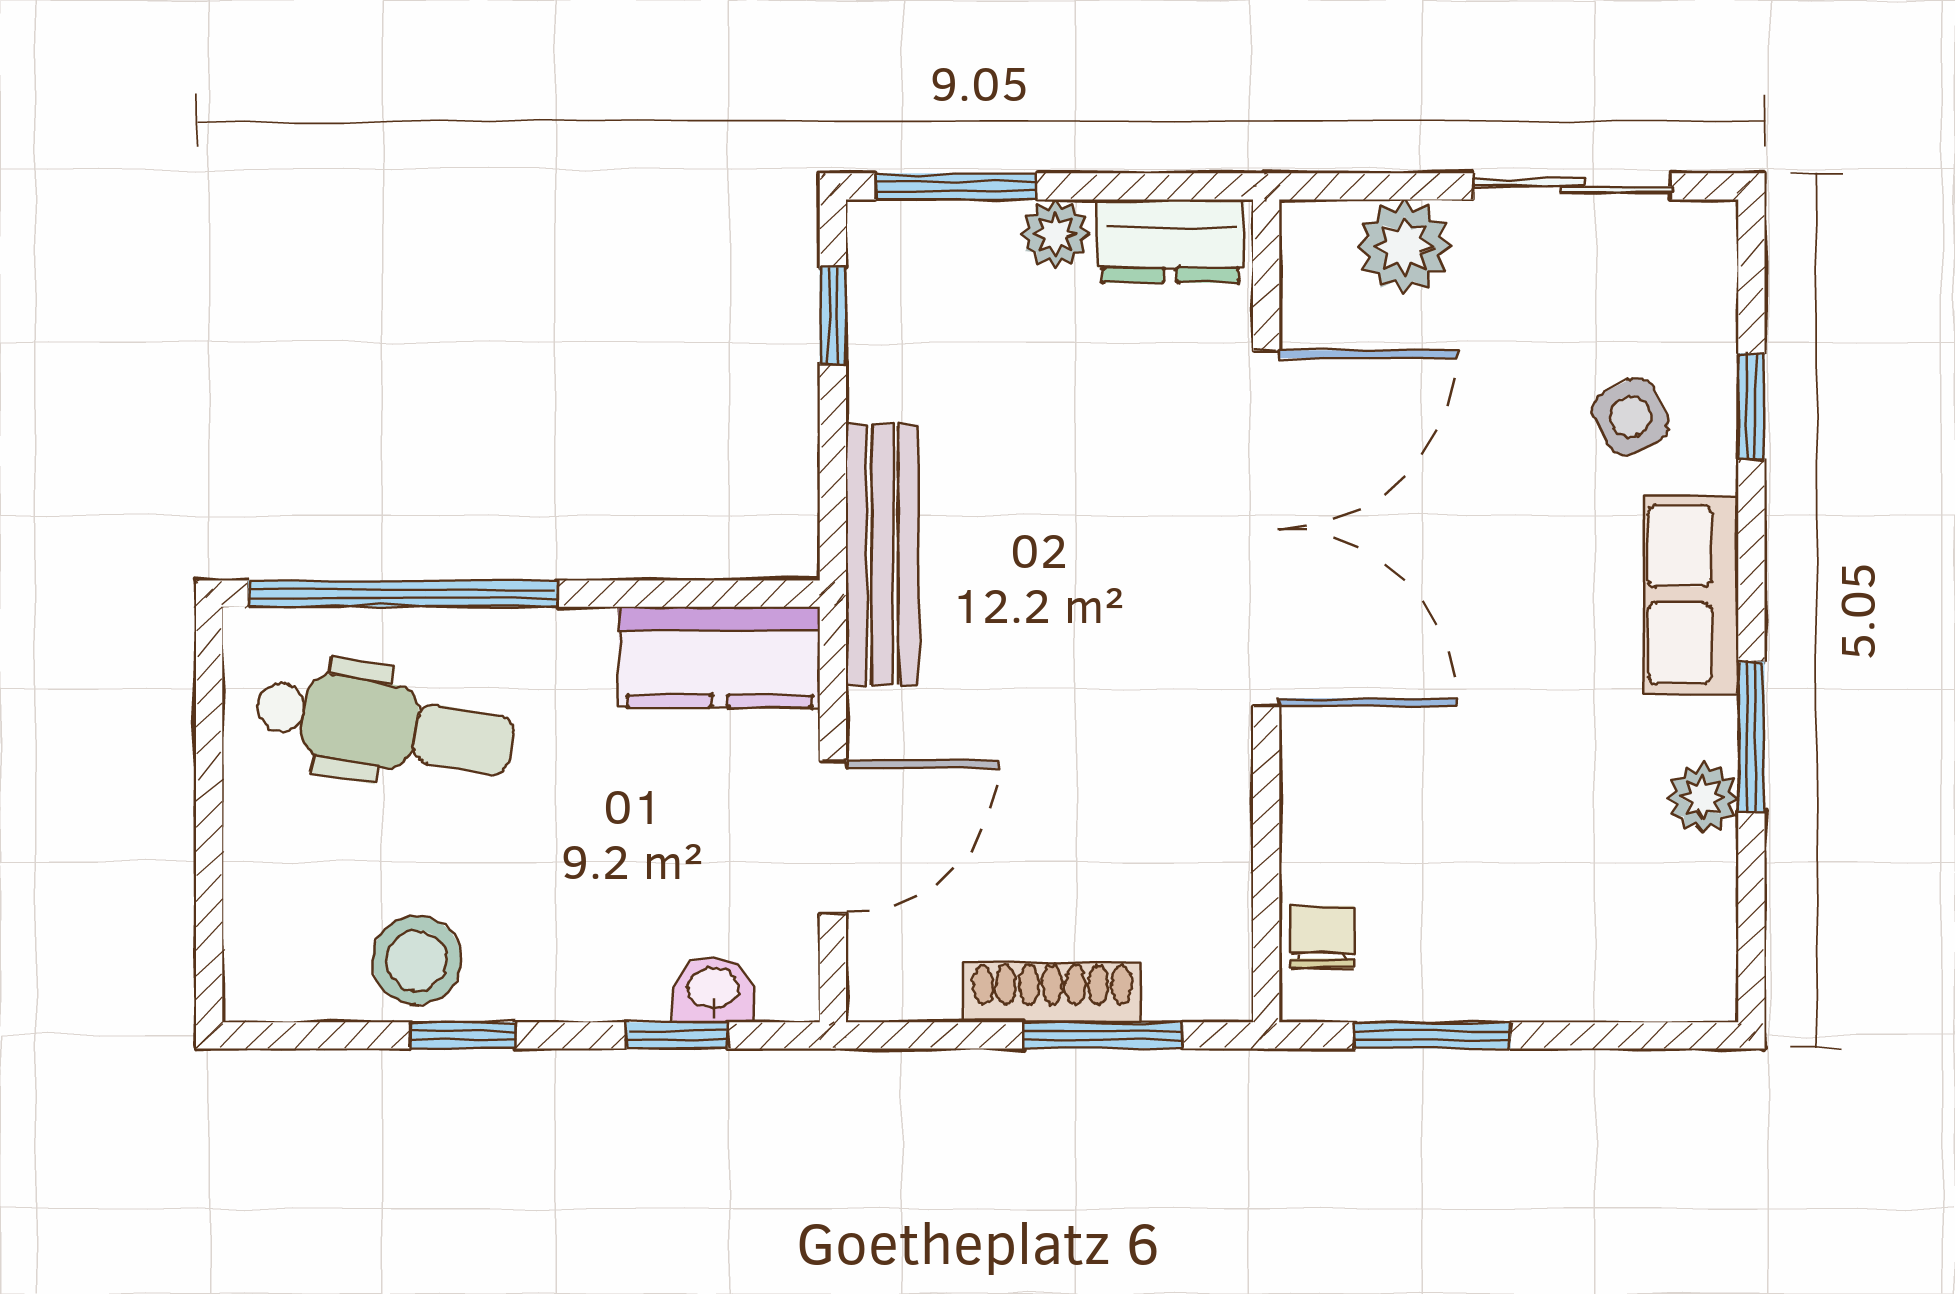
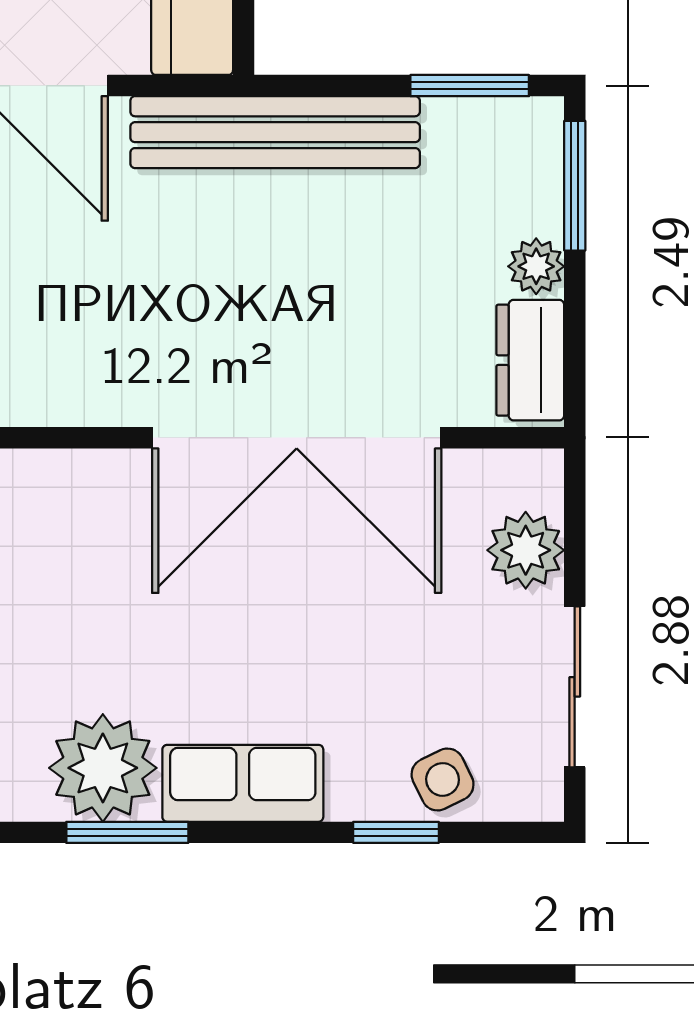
window: (833, 316) -> (470, 86), width x1.50
side table: (1631, 417) -> (443, 779), moved
bench: (882, 555) -> (275, 132), width x1.37, depth x1.21
plant: (1703, 798) -> (103, 768), width x1.88, depth x1.88

